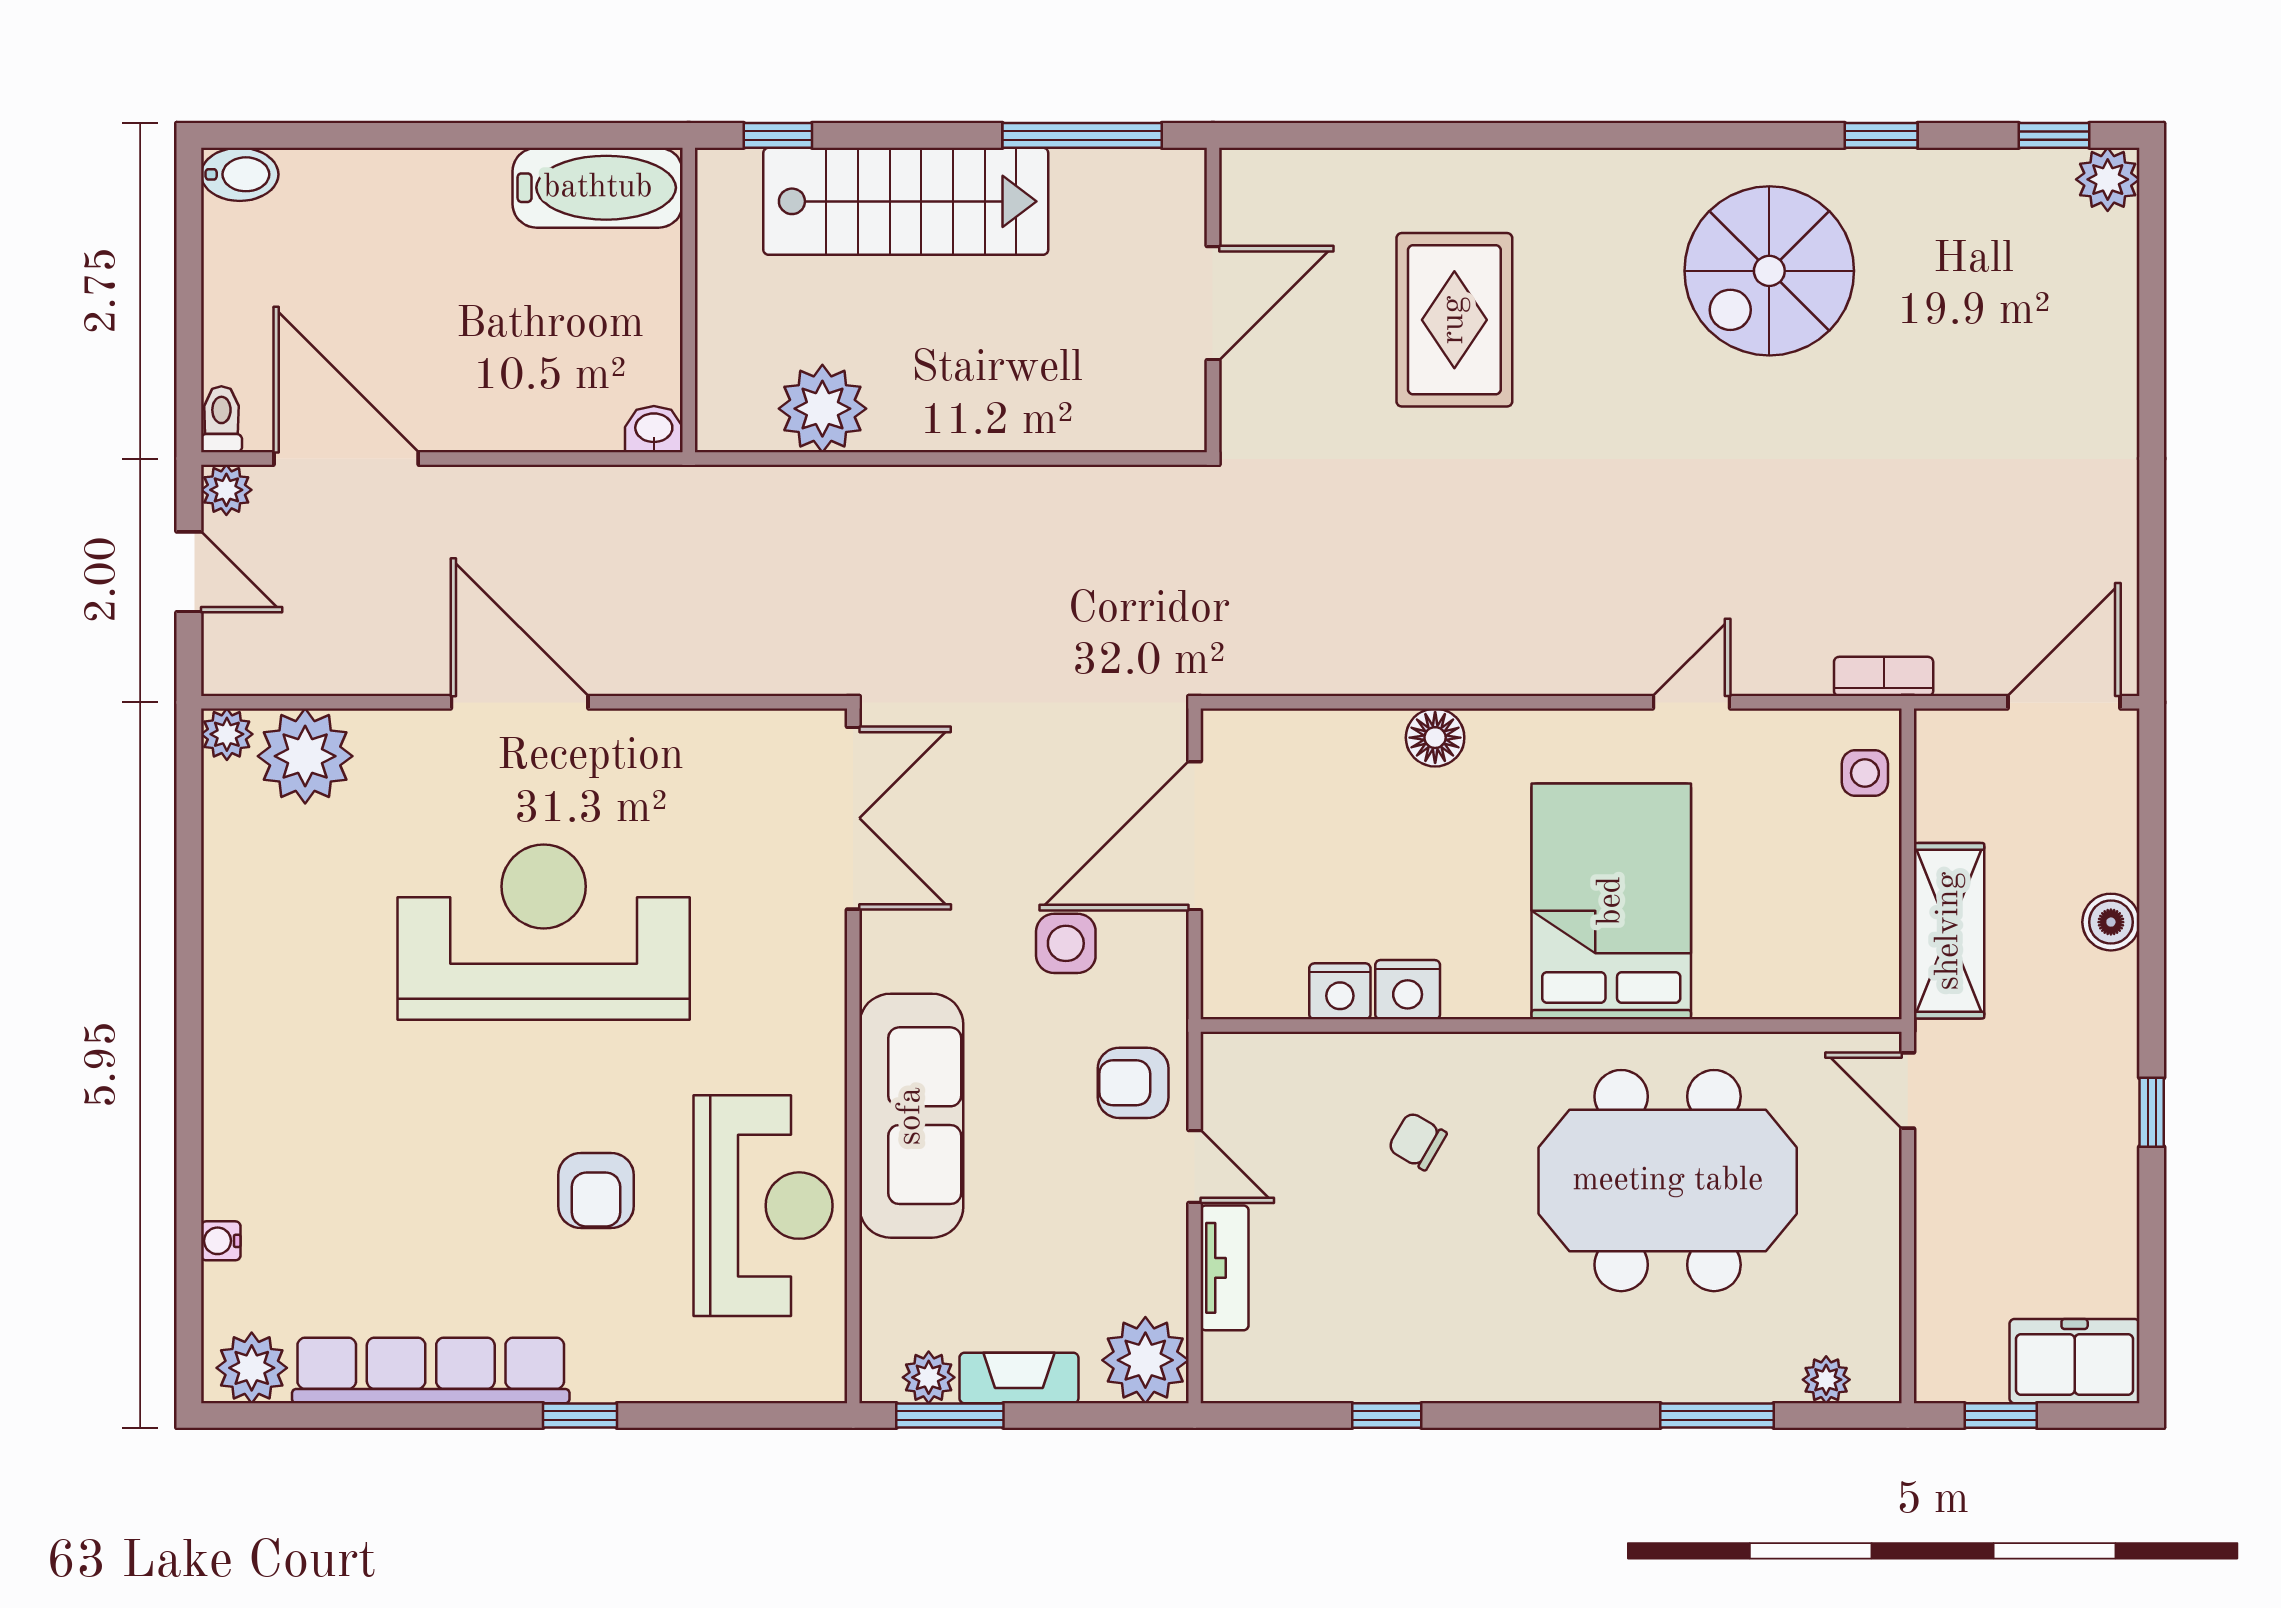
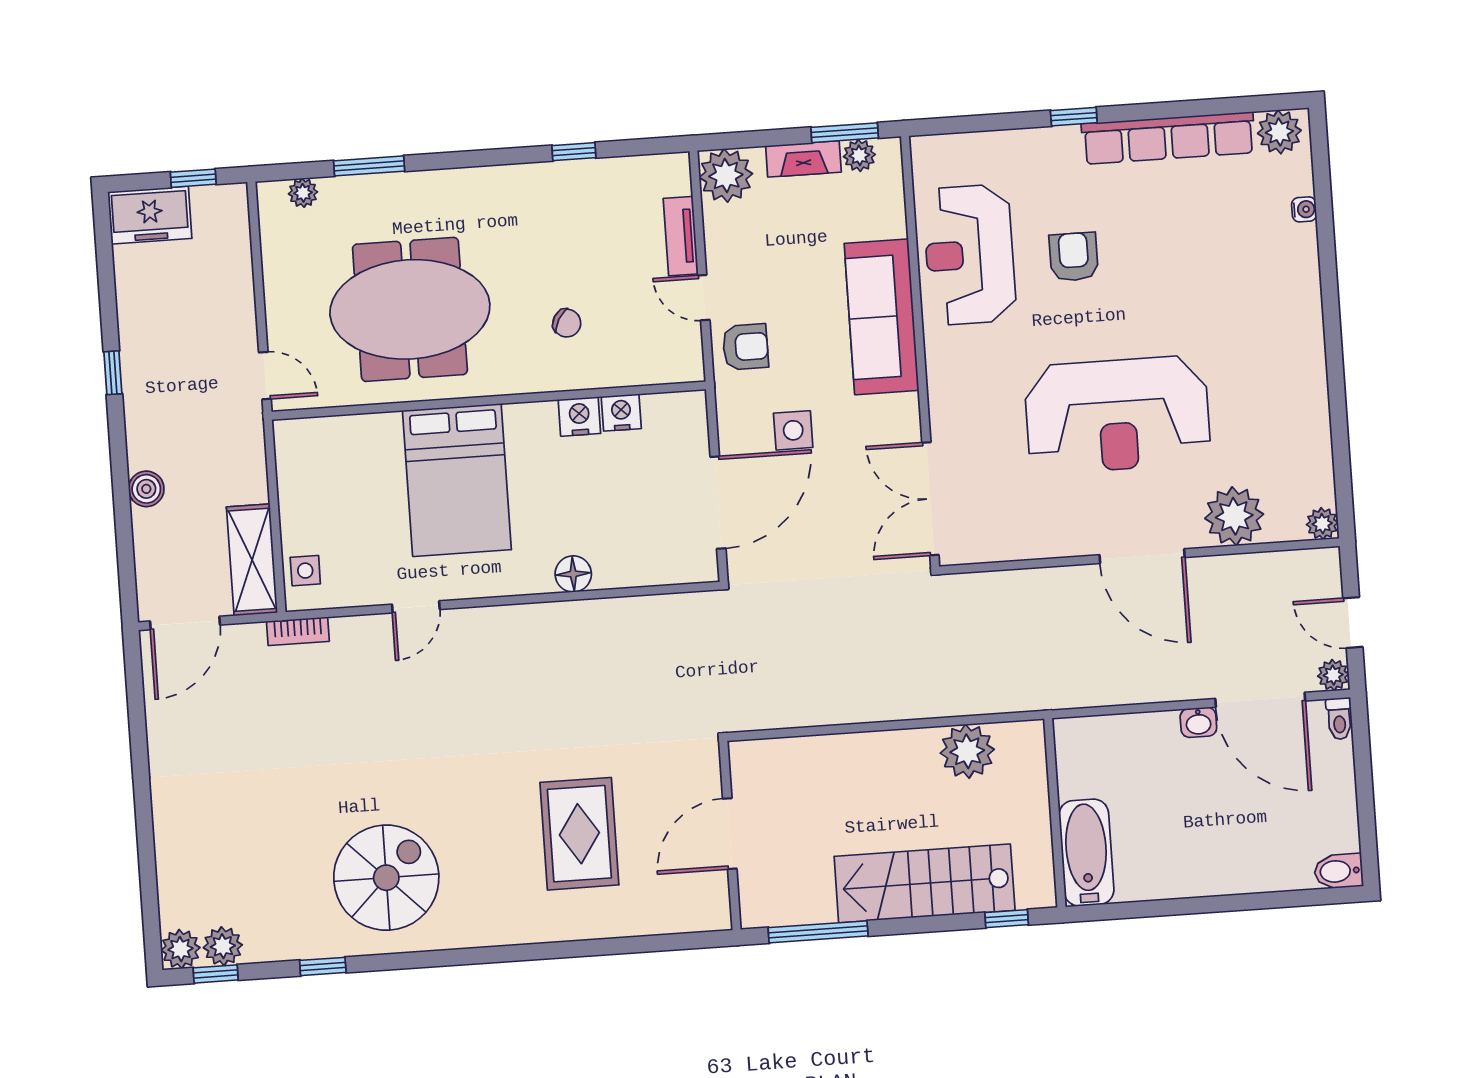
plant: (2039, 179) -> (223, 946), added
bathtub: (598, 188) -> (1086, 853), moved, turned 90
washbasin: (654, 429) -> (1198, 722), moved
plant: (305, 756) -> (1234, 516), moved
shelving: (1949, 931) -> (252, 560), moved

